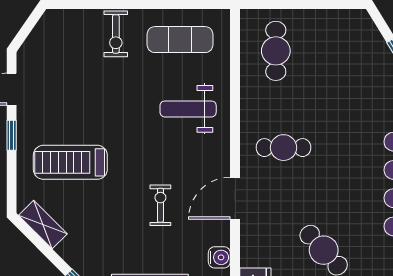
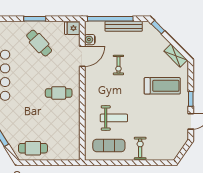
cafe table: (276, 51) -> (33, 148), moved, turned 90
weight bench: (188, 109) -> (114, 118), moved
door: (235, 198) -> (82, 56), moved

